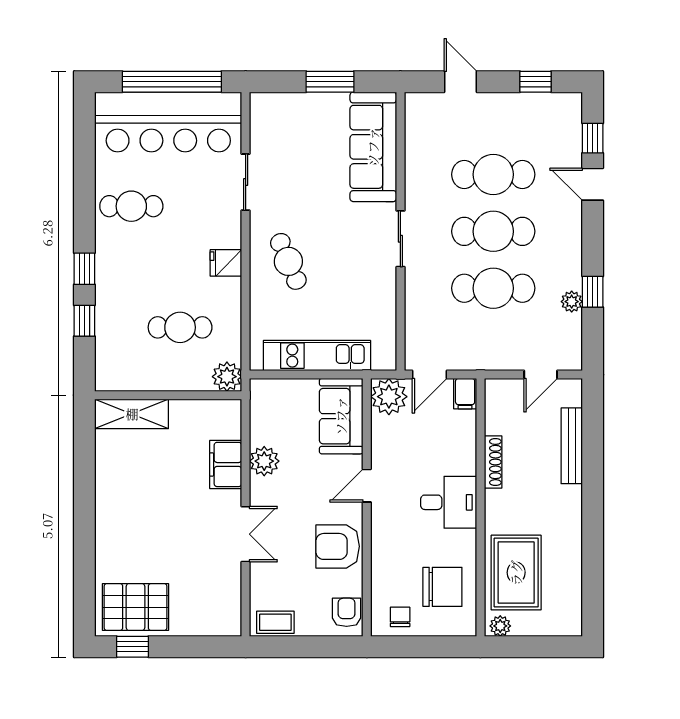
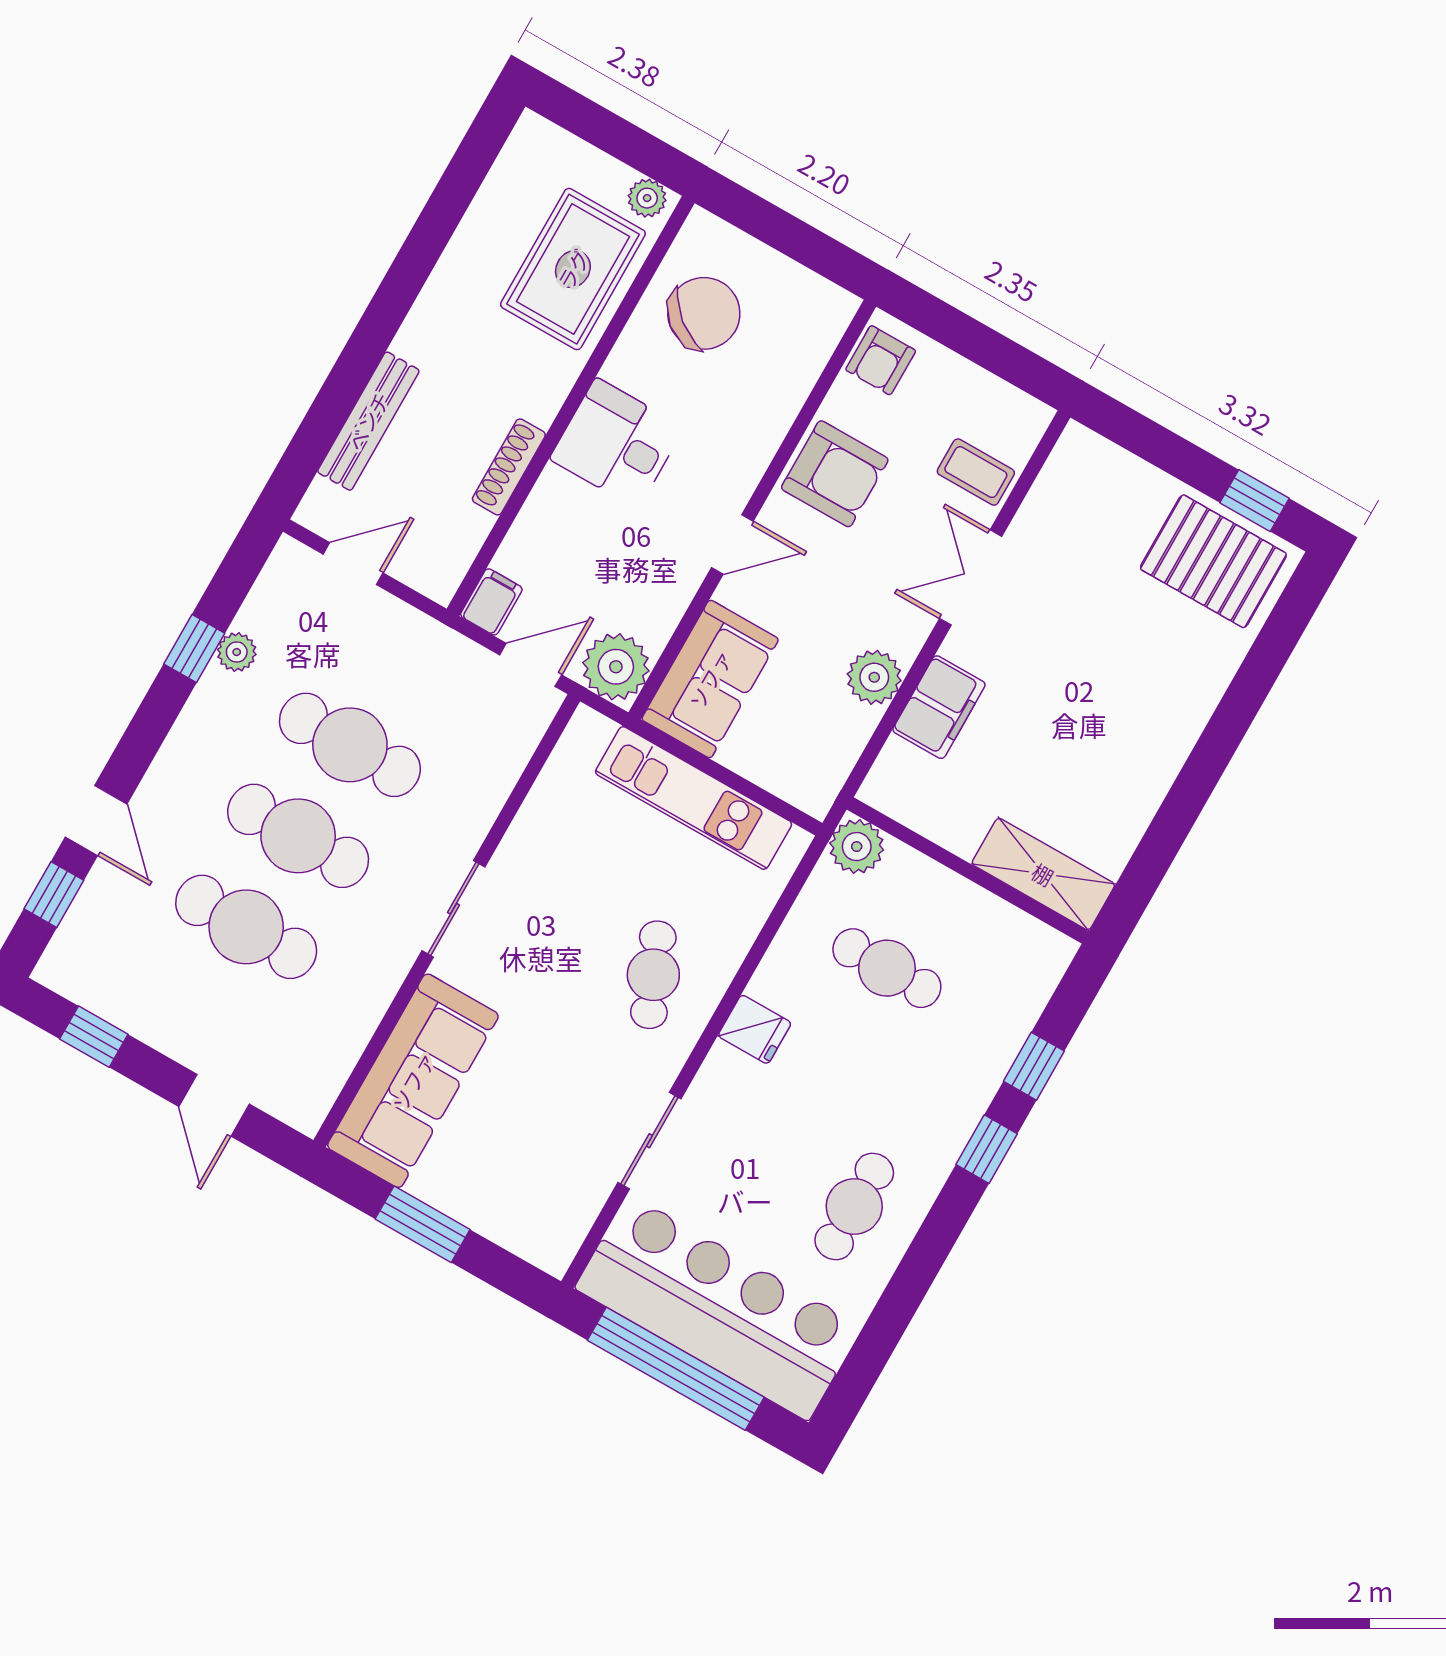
cafe table: (131, 206) -> (854, 1207), turned 90
chair: (442, 587) -> (704, 313), turned 129
chair: (400, 617) -> (799, 304), removed
coffee table: (275, 622) -> (976, 472), moved

